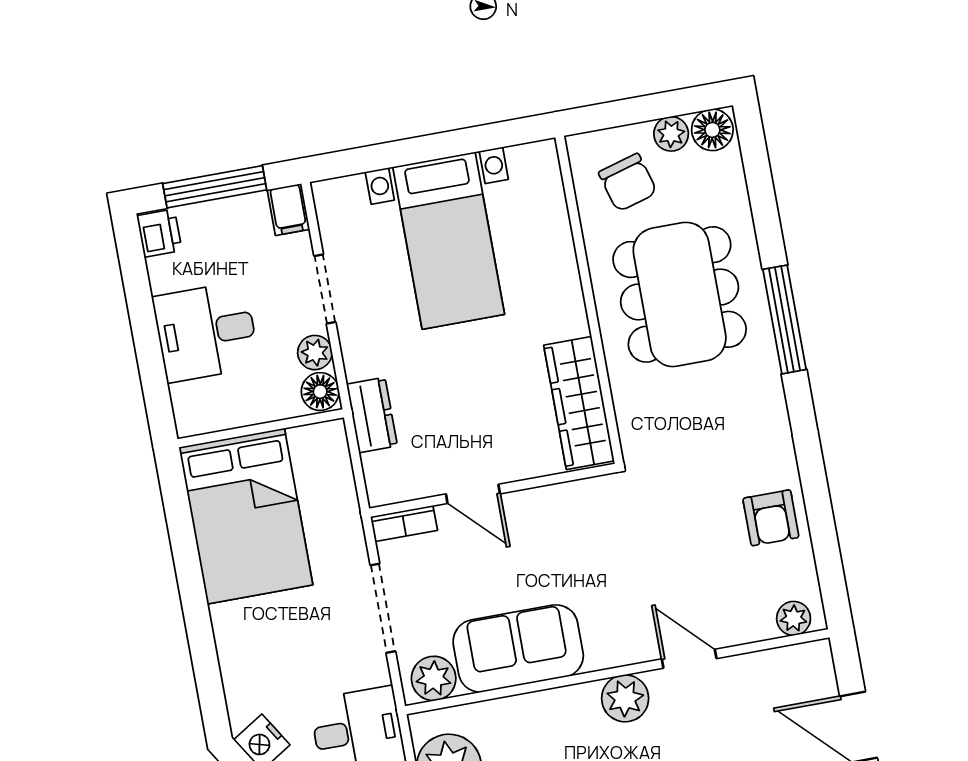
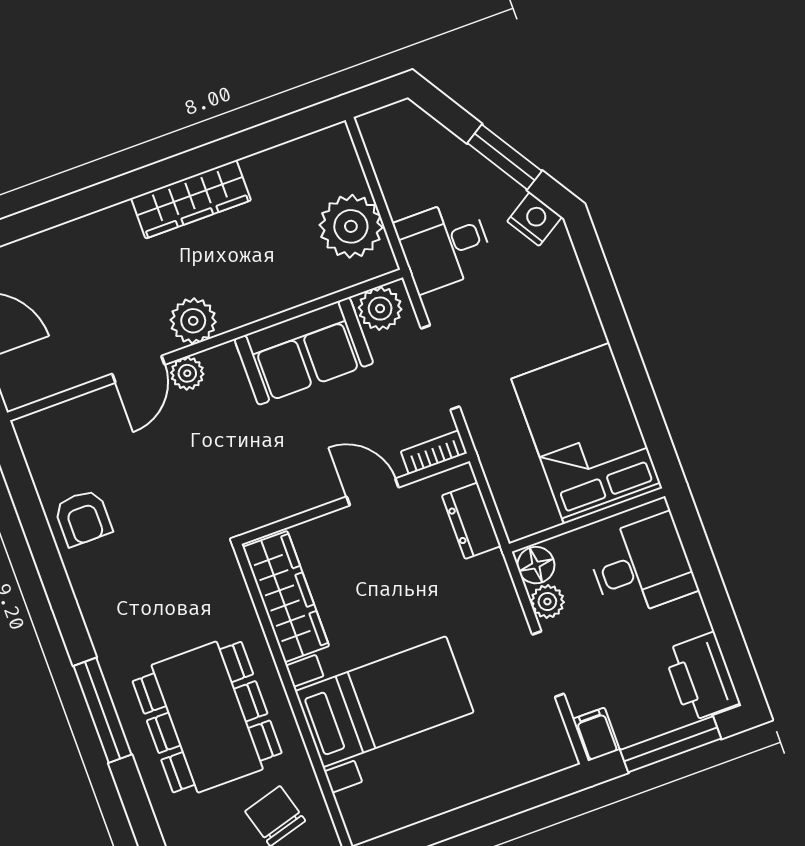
printer: (159, 233) -> (702, 677), width x1.87, depth x1.48
bed with nightstands: (449, 241) -> (384, 702), moved, turned 90
desk: (206, 332) -> (642, 566), moved
dresser: (372, 415) -> (471, 521), moved
armchair: (771, 518) -> (83, 518), turned 180
plant: (794, 618) -> (187, 373), moved
door: (689, 659) -> (138, 369), hinge flipped

